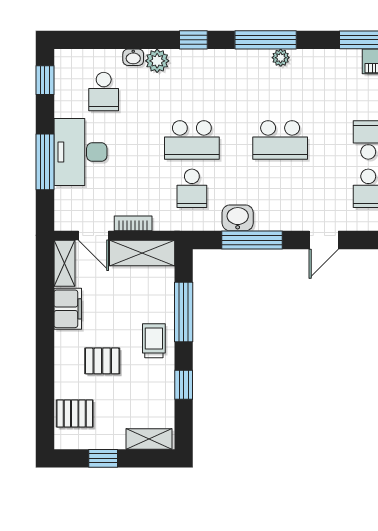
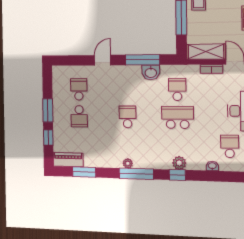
plant: (157, 61) -> (179, 163), moved
school desk: (280, 140) -> (128, 117), width x0.54

